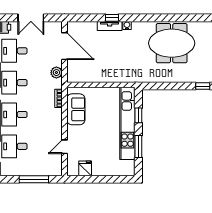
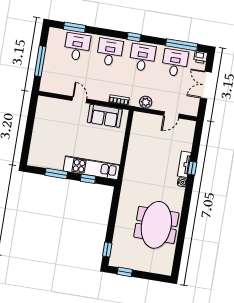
door: (64, 46) -> (171, 115), width x0.53
kitchen unit: (127, 123) -> (92, 168), width x0.73
door: (64, 147) -> (79, 100), moved
fridge: (85, 168) -> (43, 115), removed

